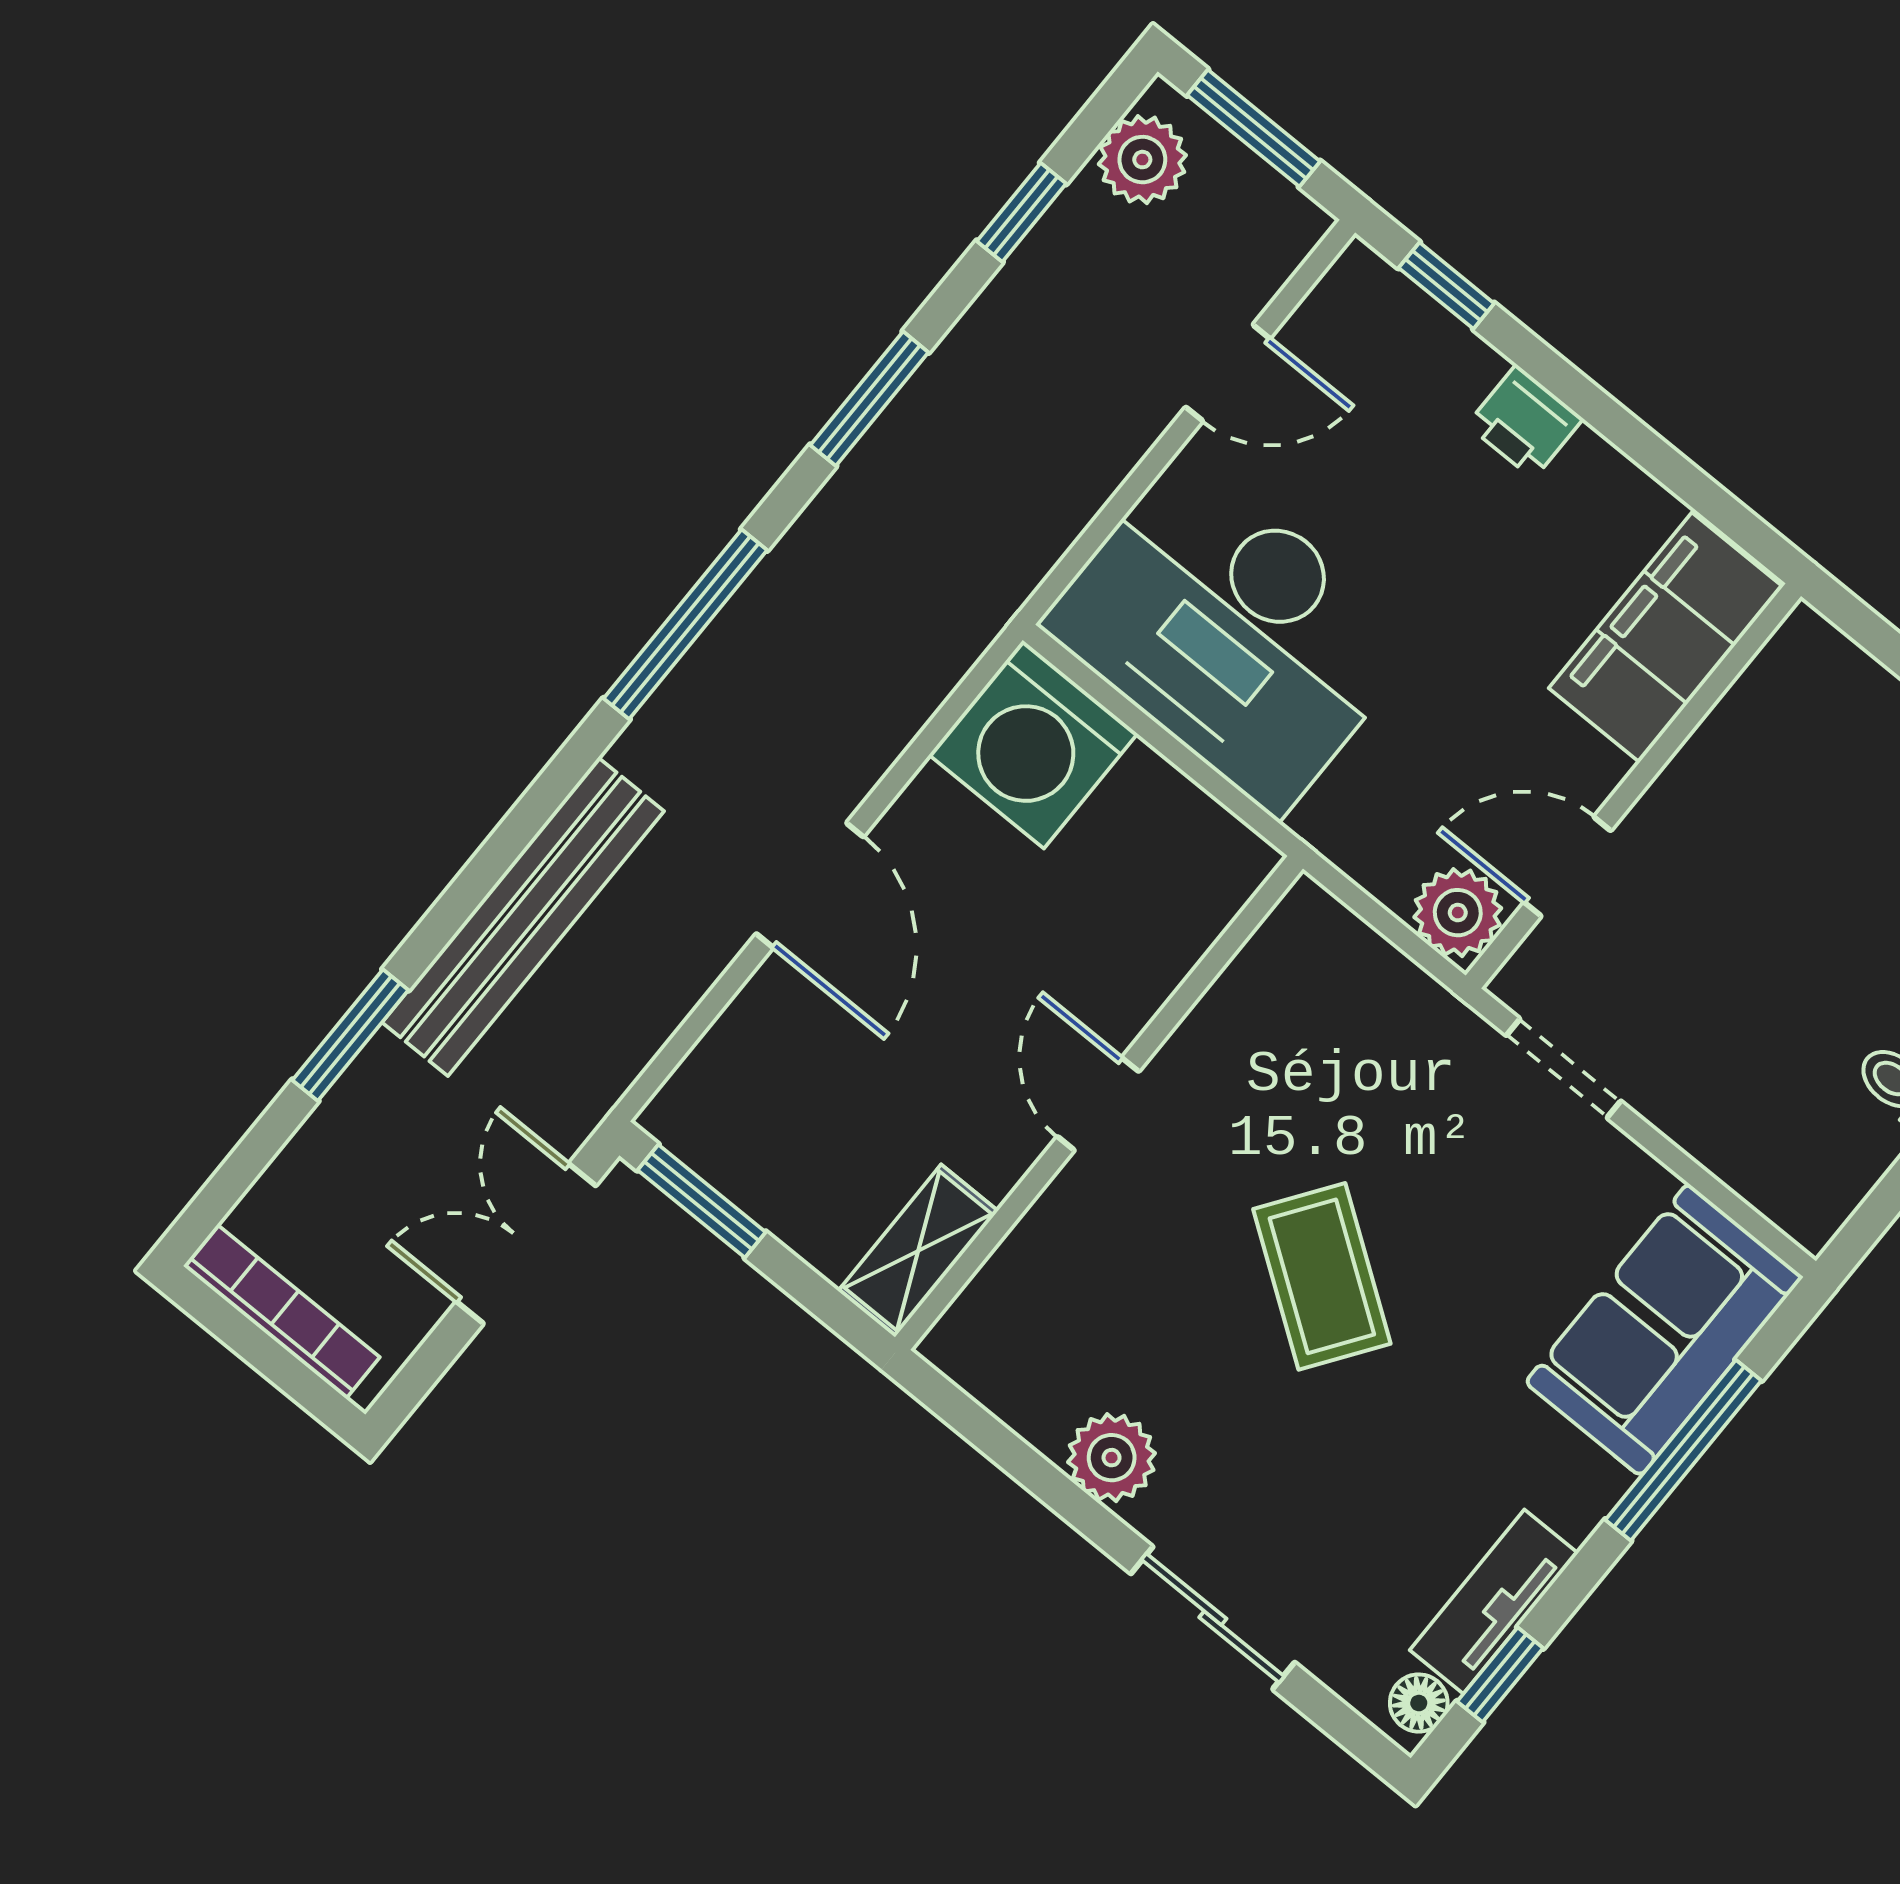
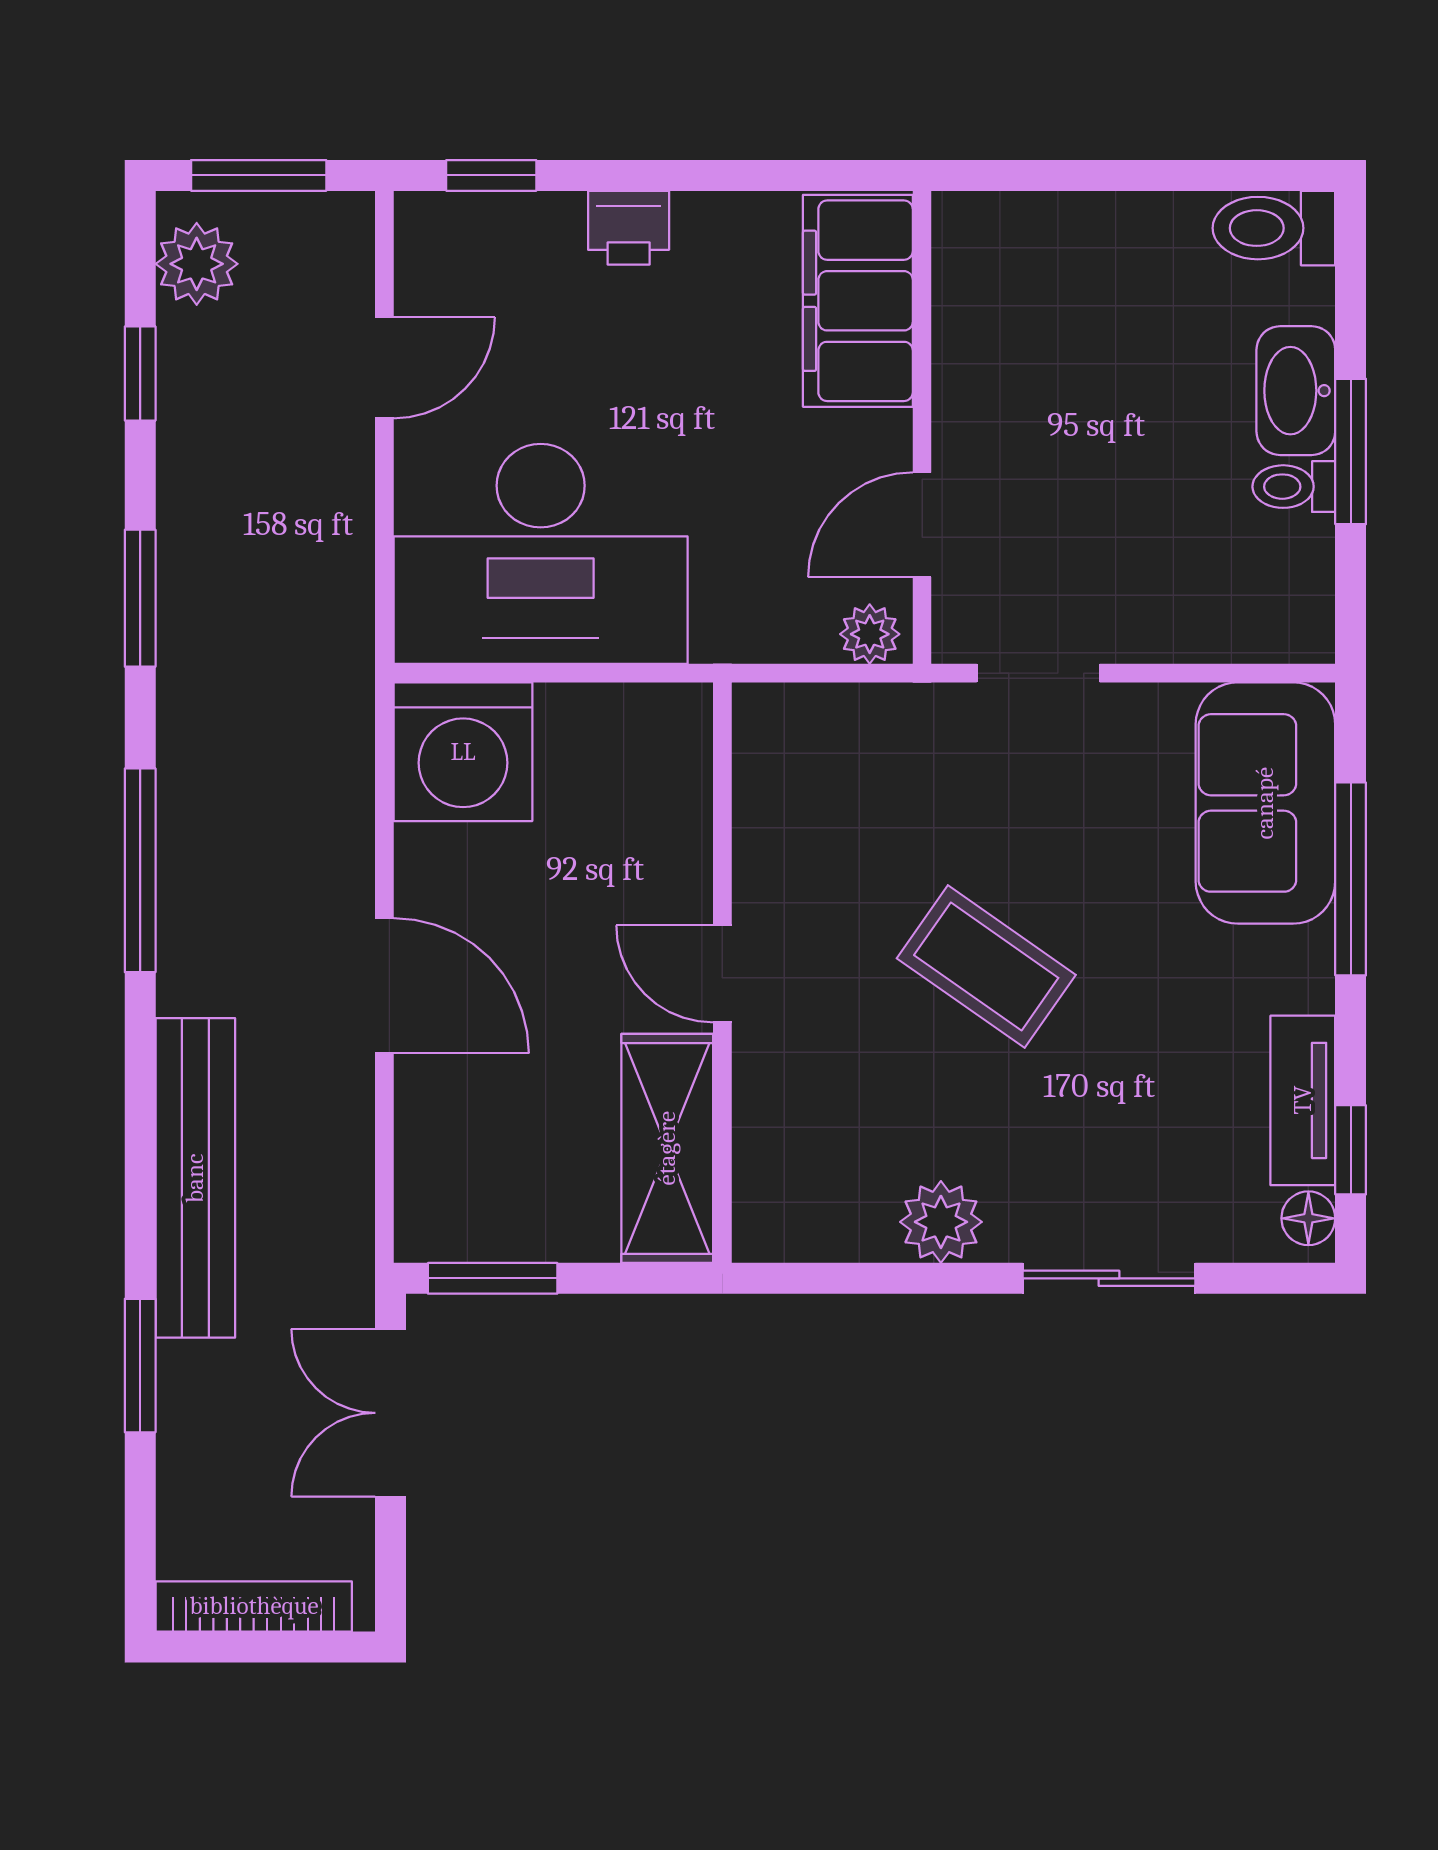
plant: (1458, 913) -> (870, 634), width x0.73, depth x0.73
shelving: (918, 1251) -> (667, 1148), width x1.50, depth x1.33

